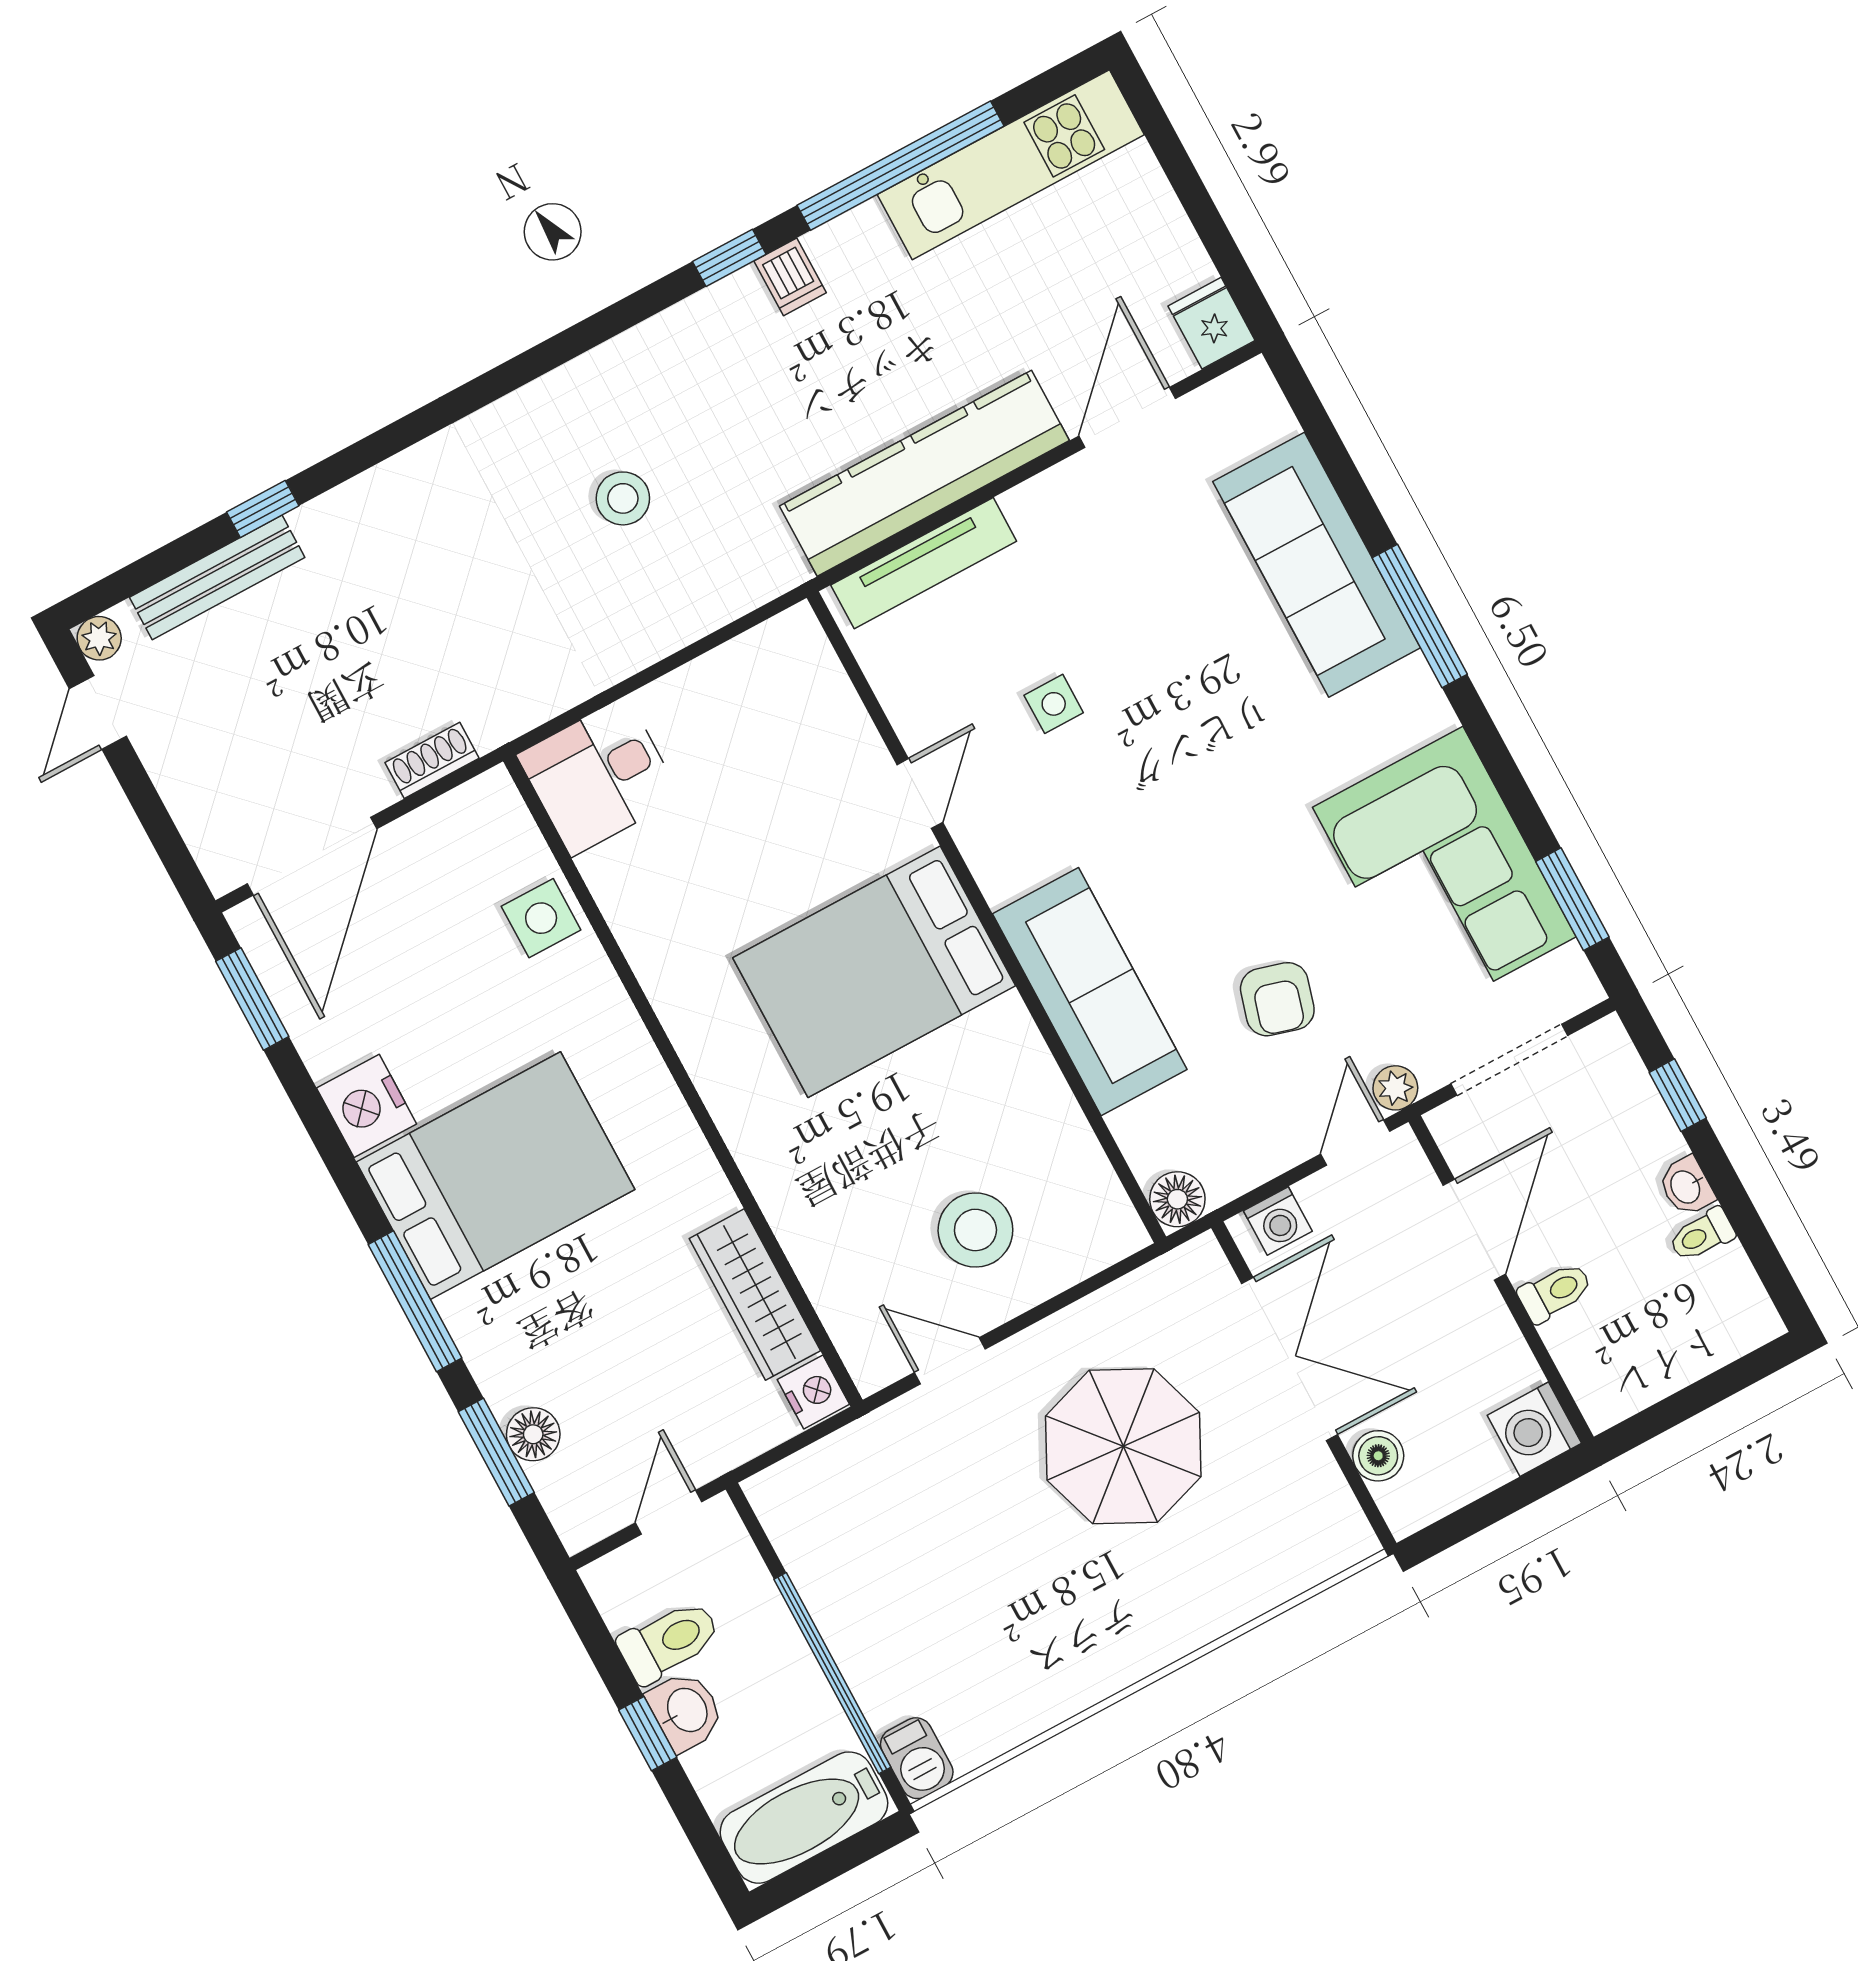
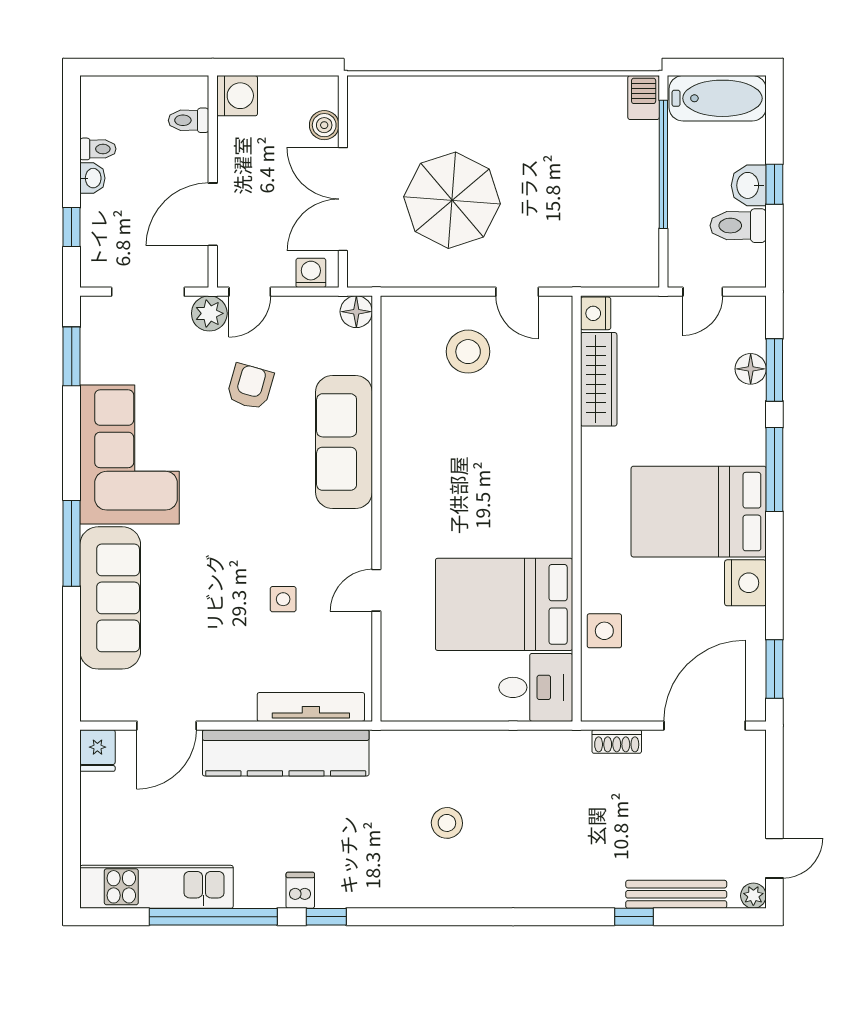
corner sofa: (1444, 872) -> (130, 454), moved
bed: (874, 972) -> (504, 604), moved, turned 180
plant: (1395, 1088) -> (209, 313), width x1.38, depth x1.38
toilet: (1555, 1292) -> (189, 120), moved

